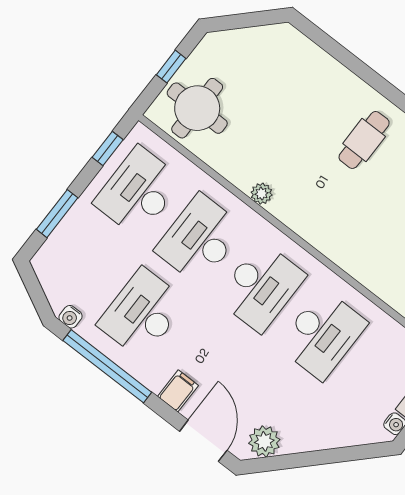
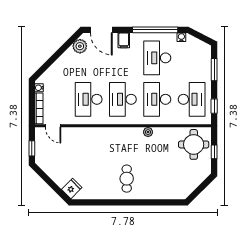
desk: (200, 239) -> (157, 99), turned 180
desk: (142, 313) -> (157, 58), turned 180

